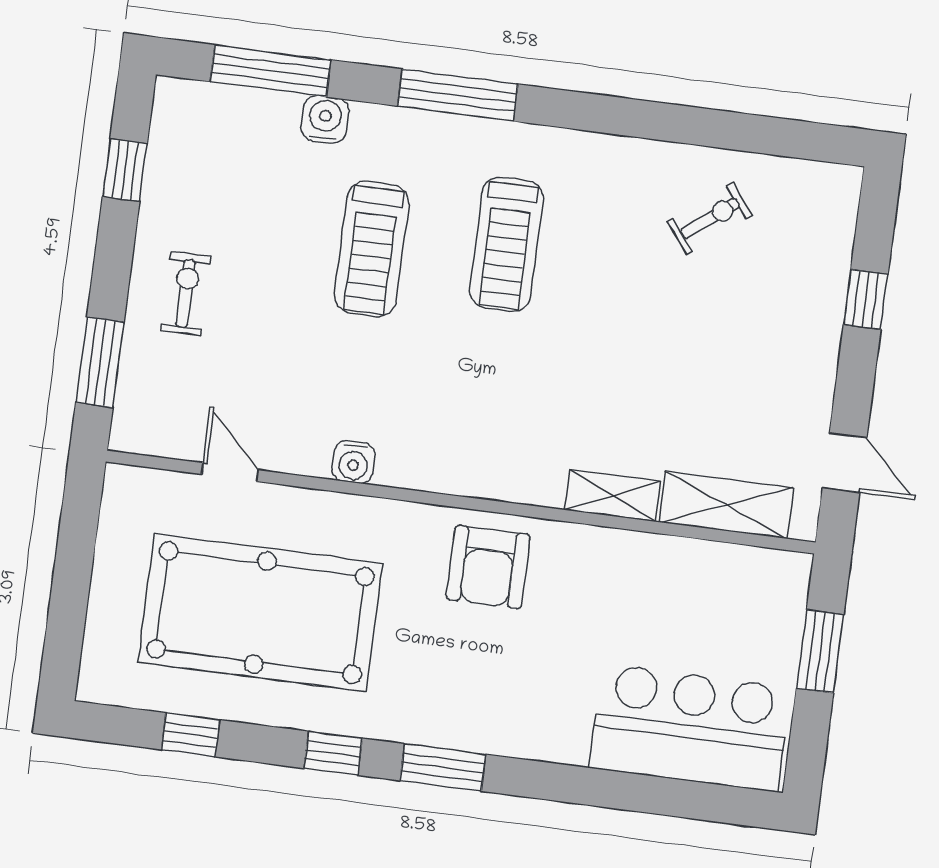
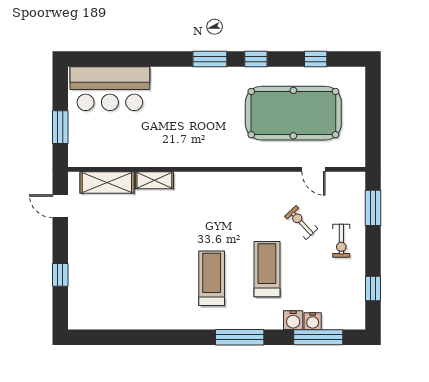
exercise bike: (710, 218) -> (301, 222), moved, turned 85
water cooler: (353, 462) -> (313, 321), moved, turned 180
armchair: (488, 567) -> (202, 144), removed

